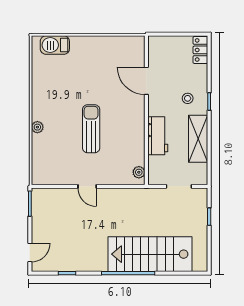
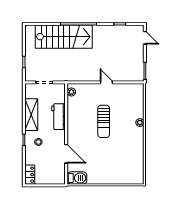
barbecue: (55, 45) -> (77, 178), moved
door: (30, 252) -> (145, 38), swing flipped

